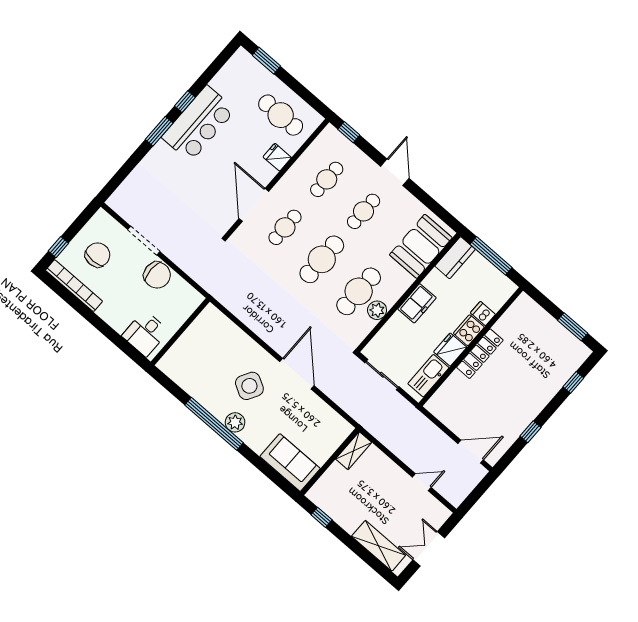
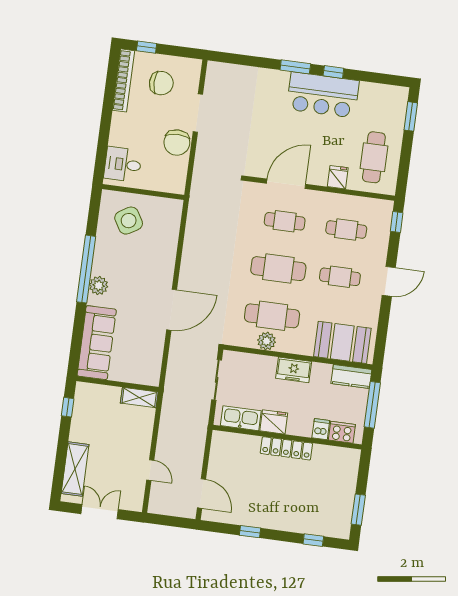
cooker: (469, 330) -> (342, 432), moved
side table: (249, 386) -> (129, 221), moved, turned 30
sofa: (290, 463) -> (97, 343), width x1.36

